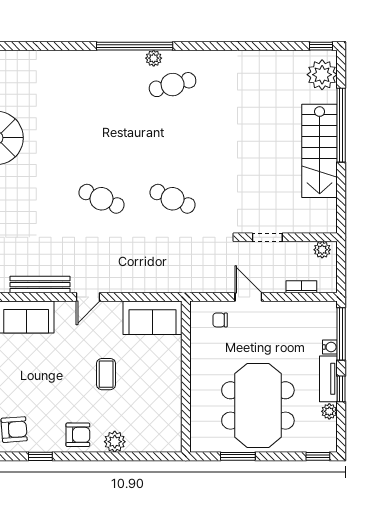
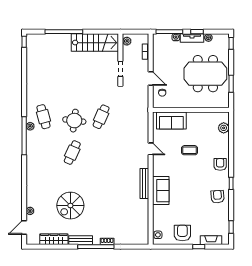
plant: (322, 75) -> (38, 41), removed
round table: (165, 146) -> (74, 121), added
stairs: (320, 151) -> (95, 43), moved
cafe table: (102, 199) -> (72, 153), moved
door: (88, 297) -> (151, 149), moved
door: (248, 297) -> (151, 78), swing flipped
sofa: (152, 318) -> (171, 121), moved, turned 90
plant: (115, 442) -> (224, 128), moved

